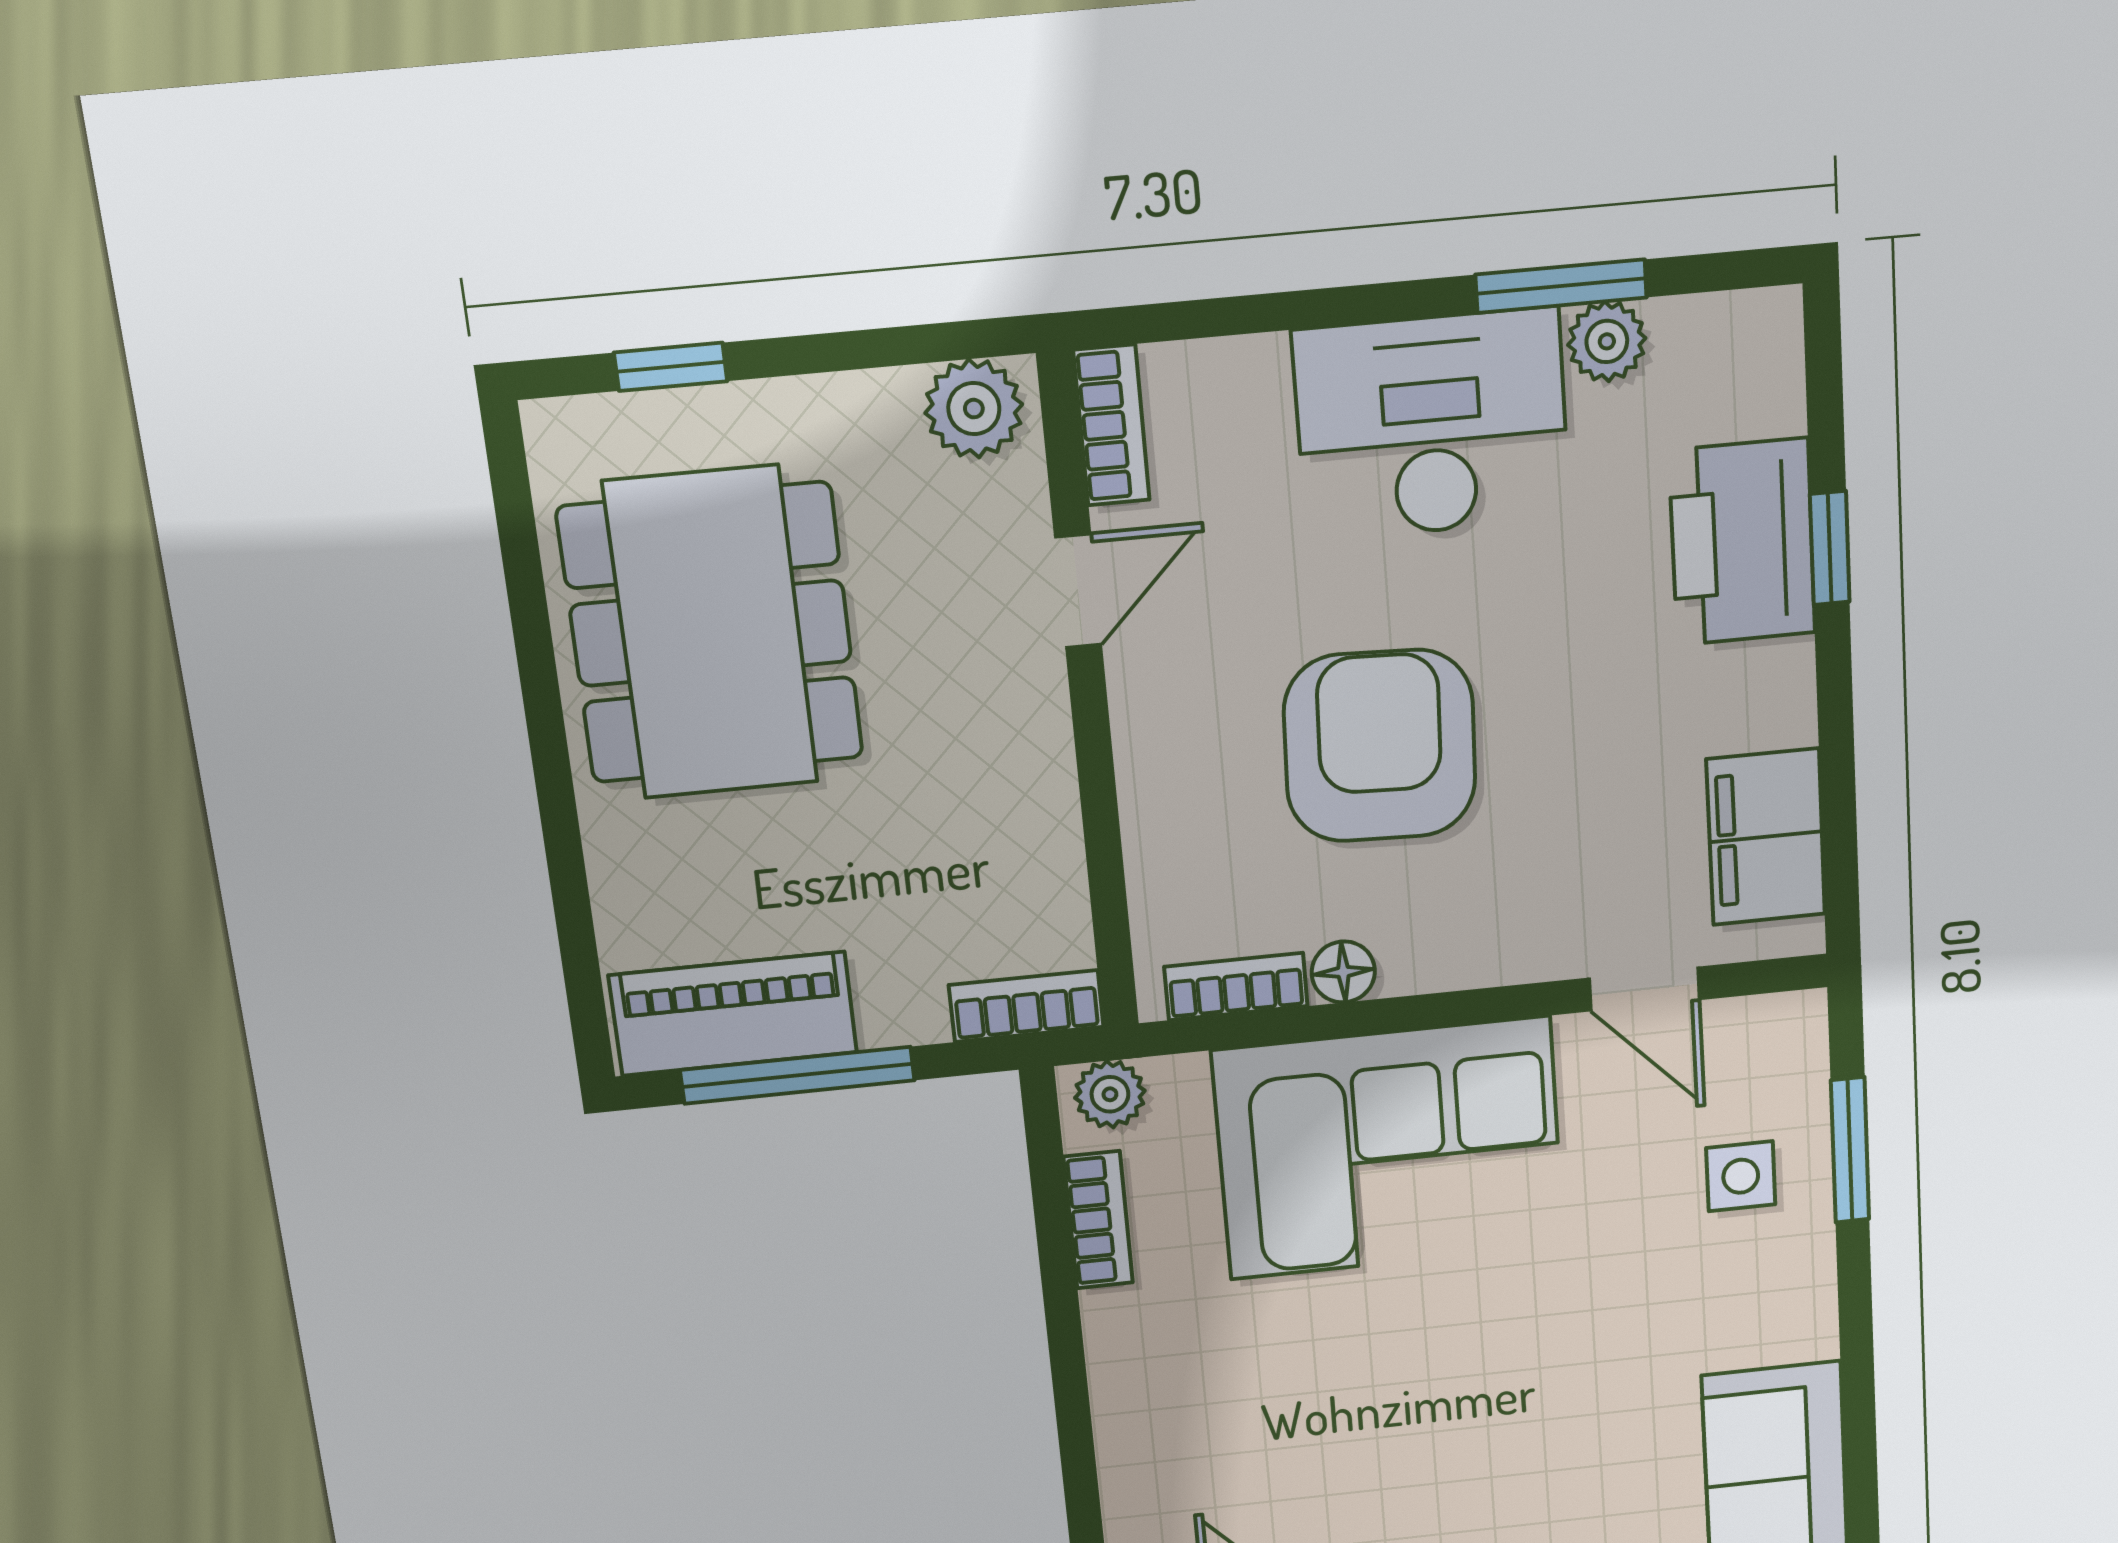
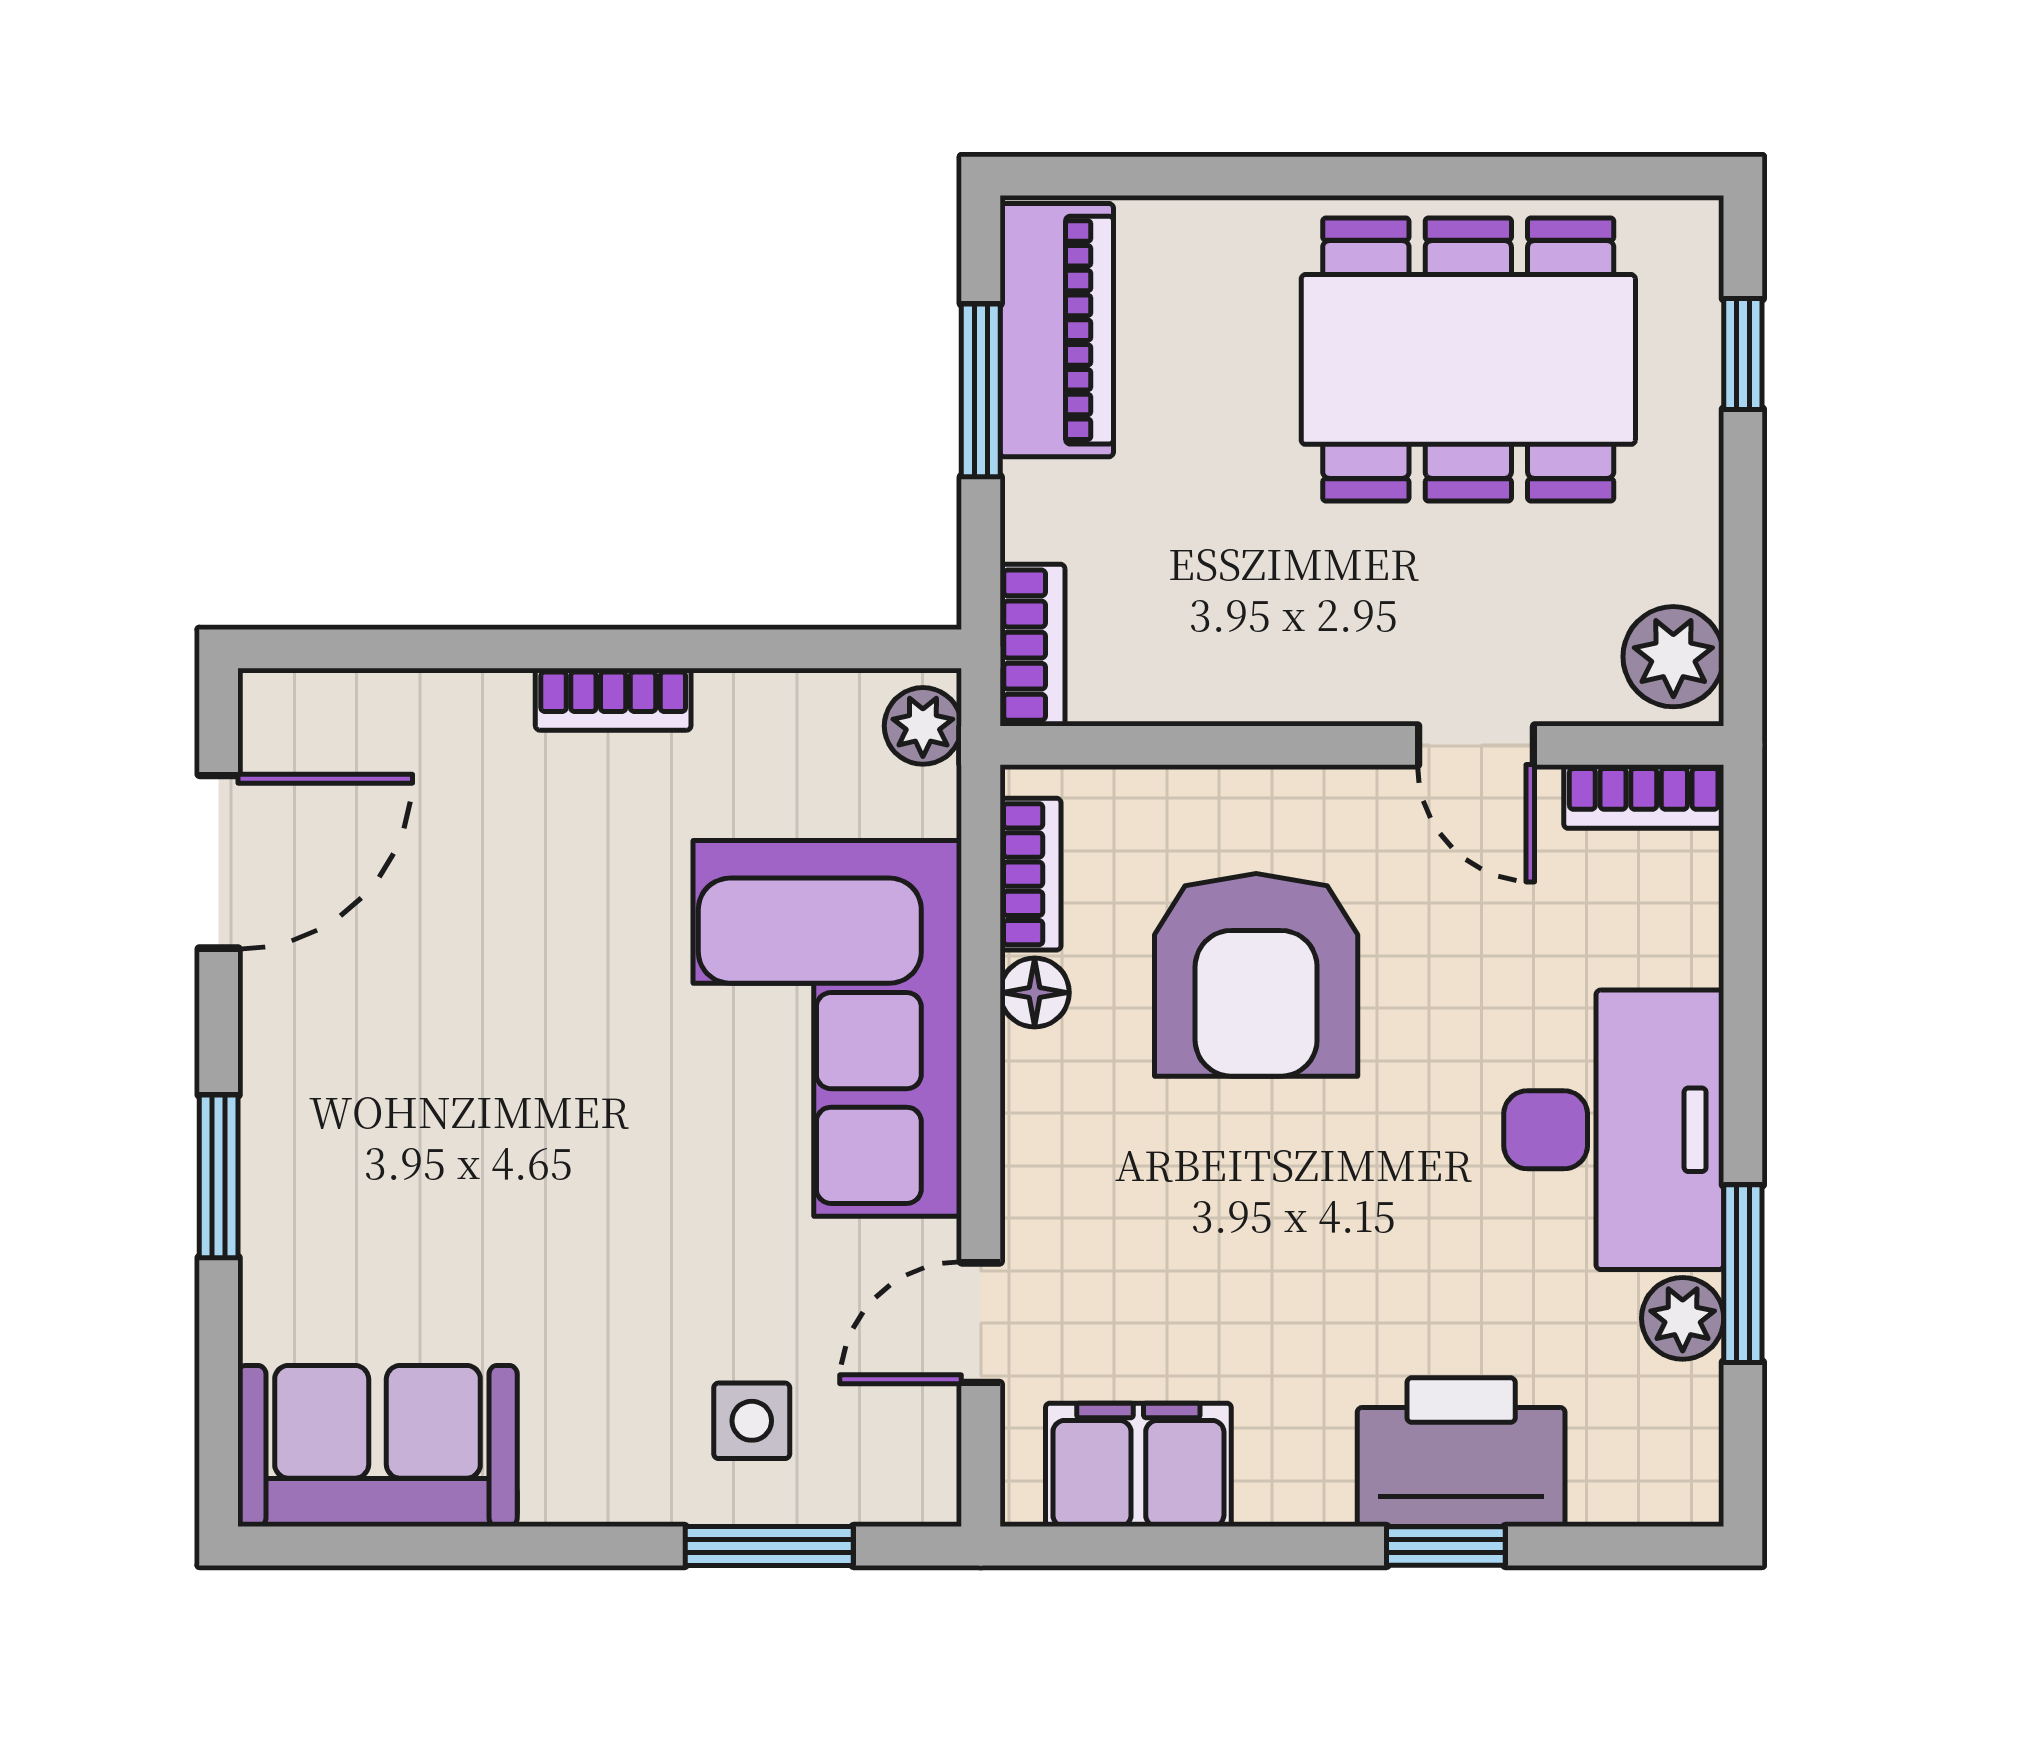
armchair: (1380, 746) -> (1256, 975), moved, turned 88
window: (798, 1075) -> (981, 390), width x0.69
bookcase: (1098, 1220) -> (613, 699), moved

